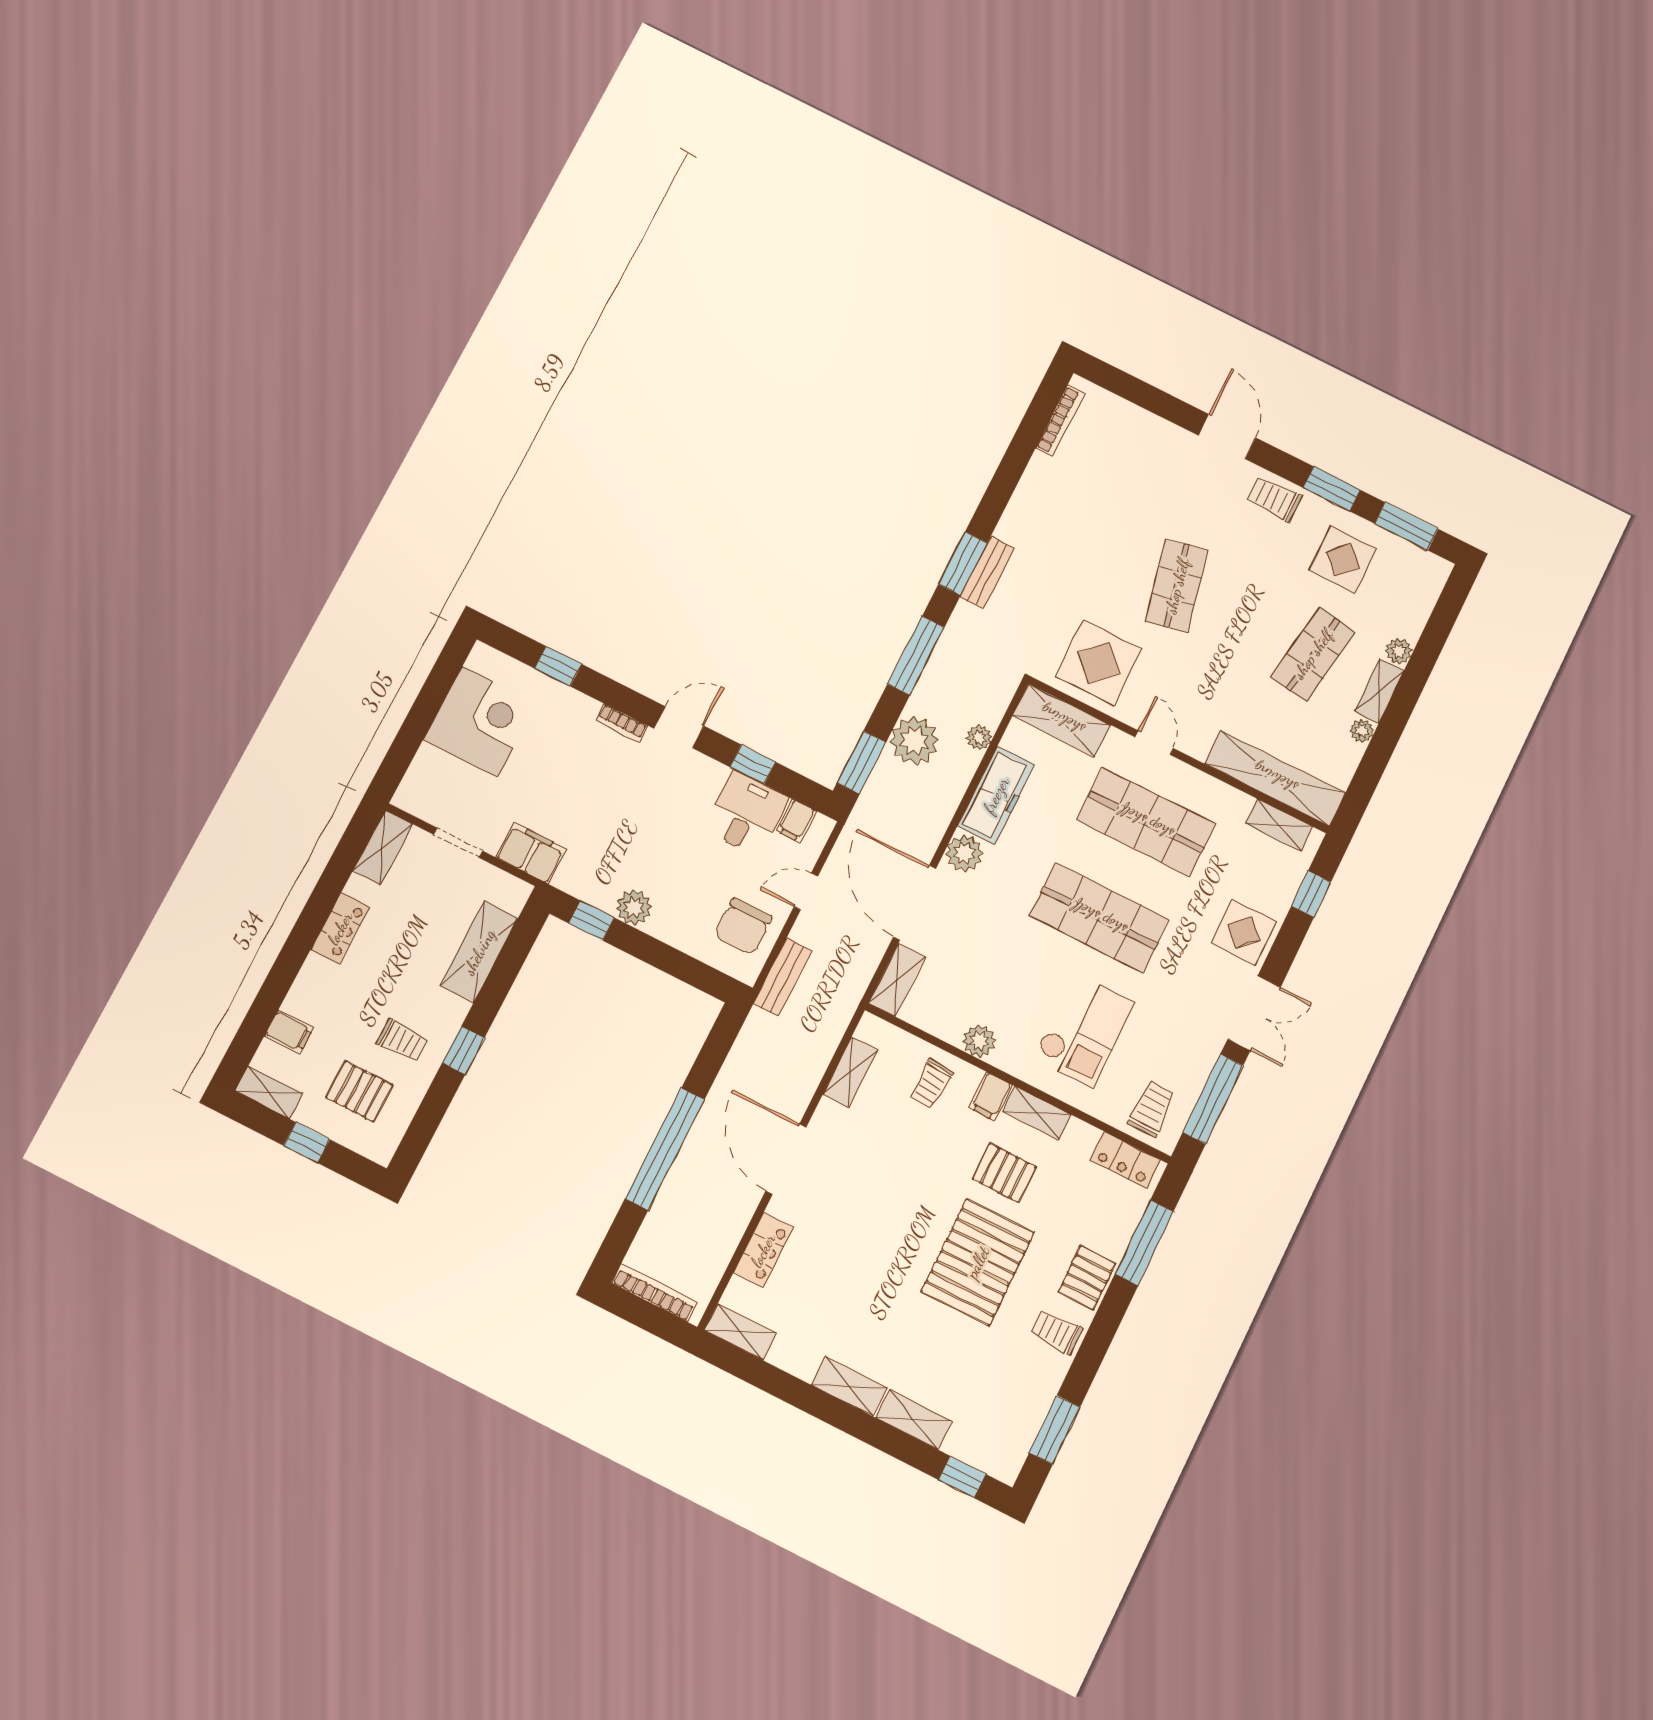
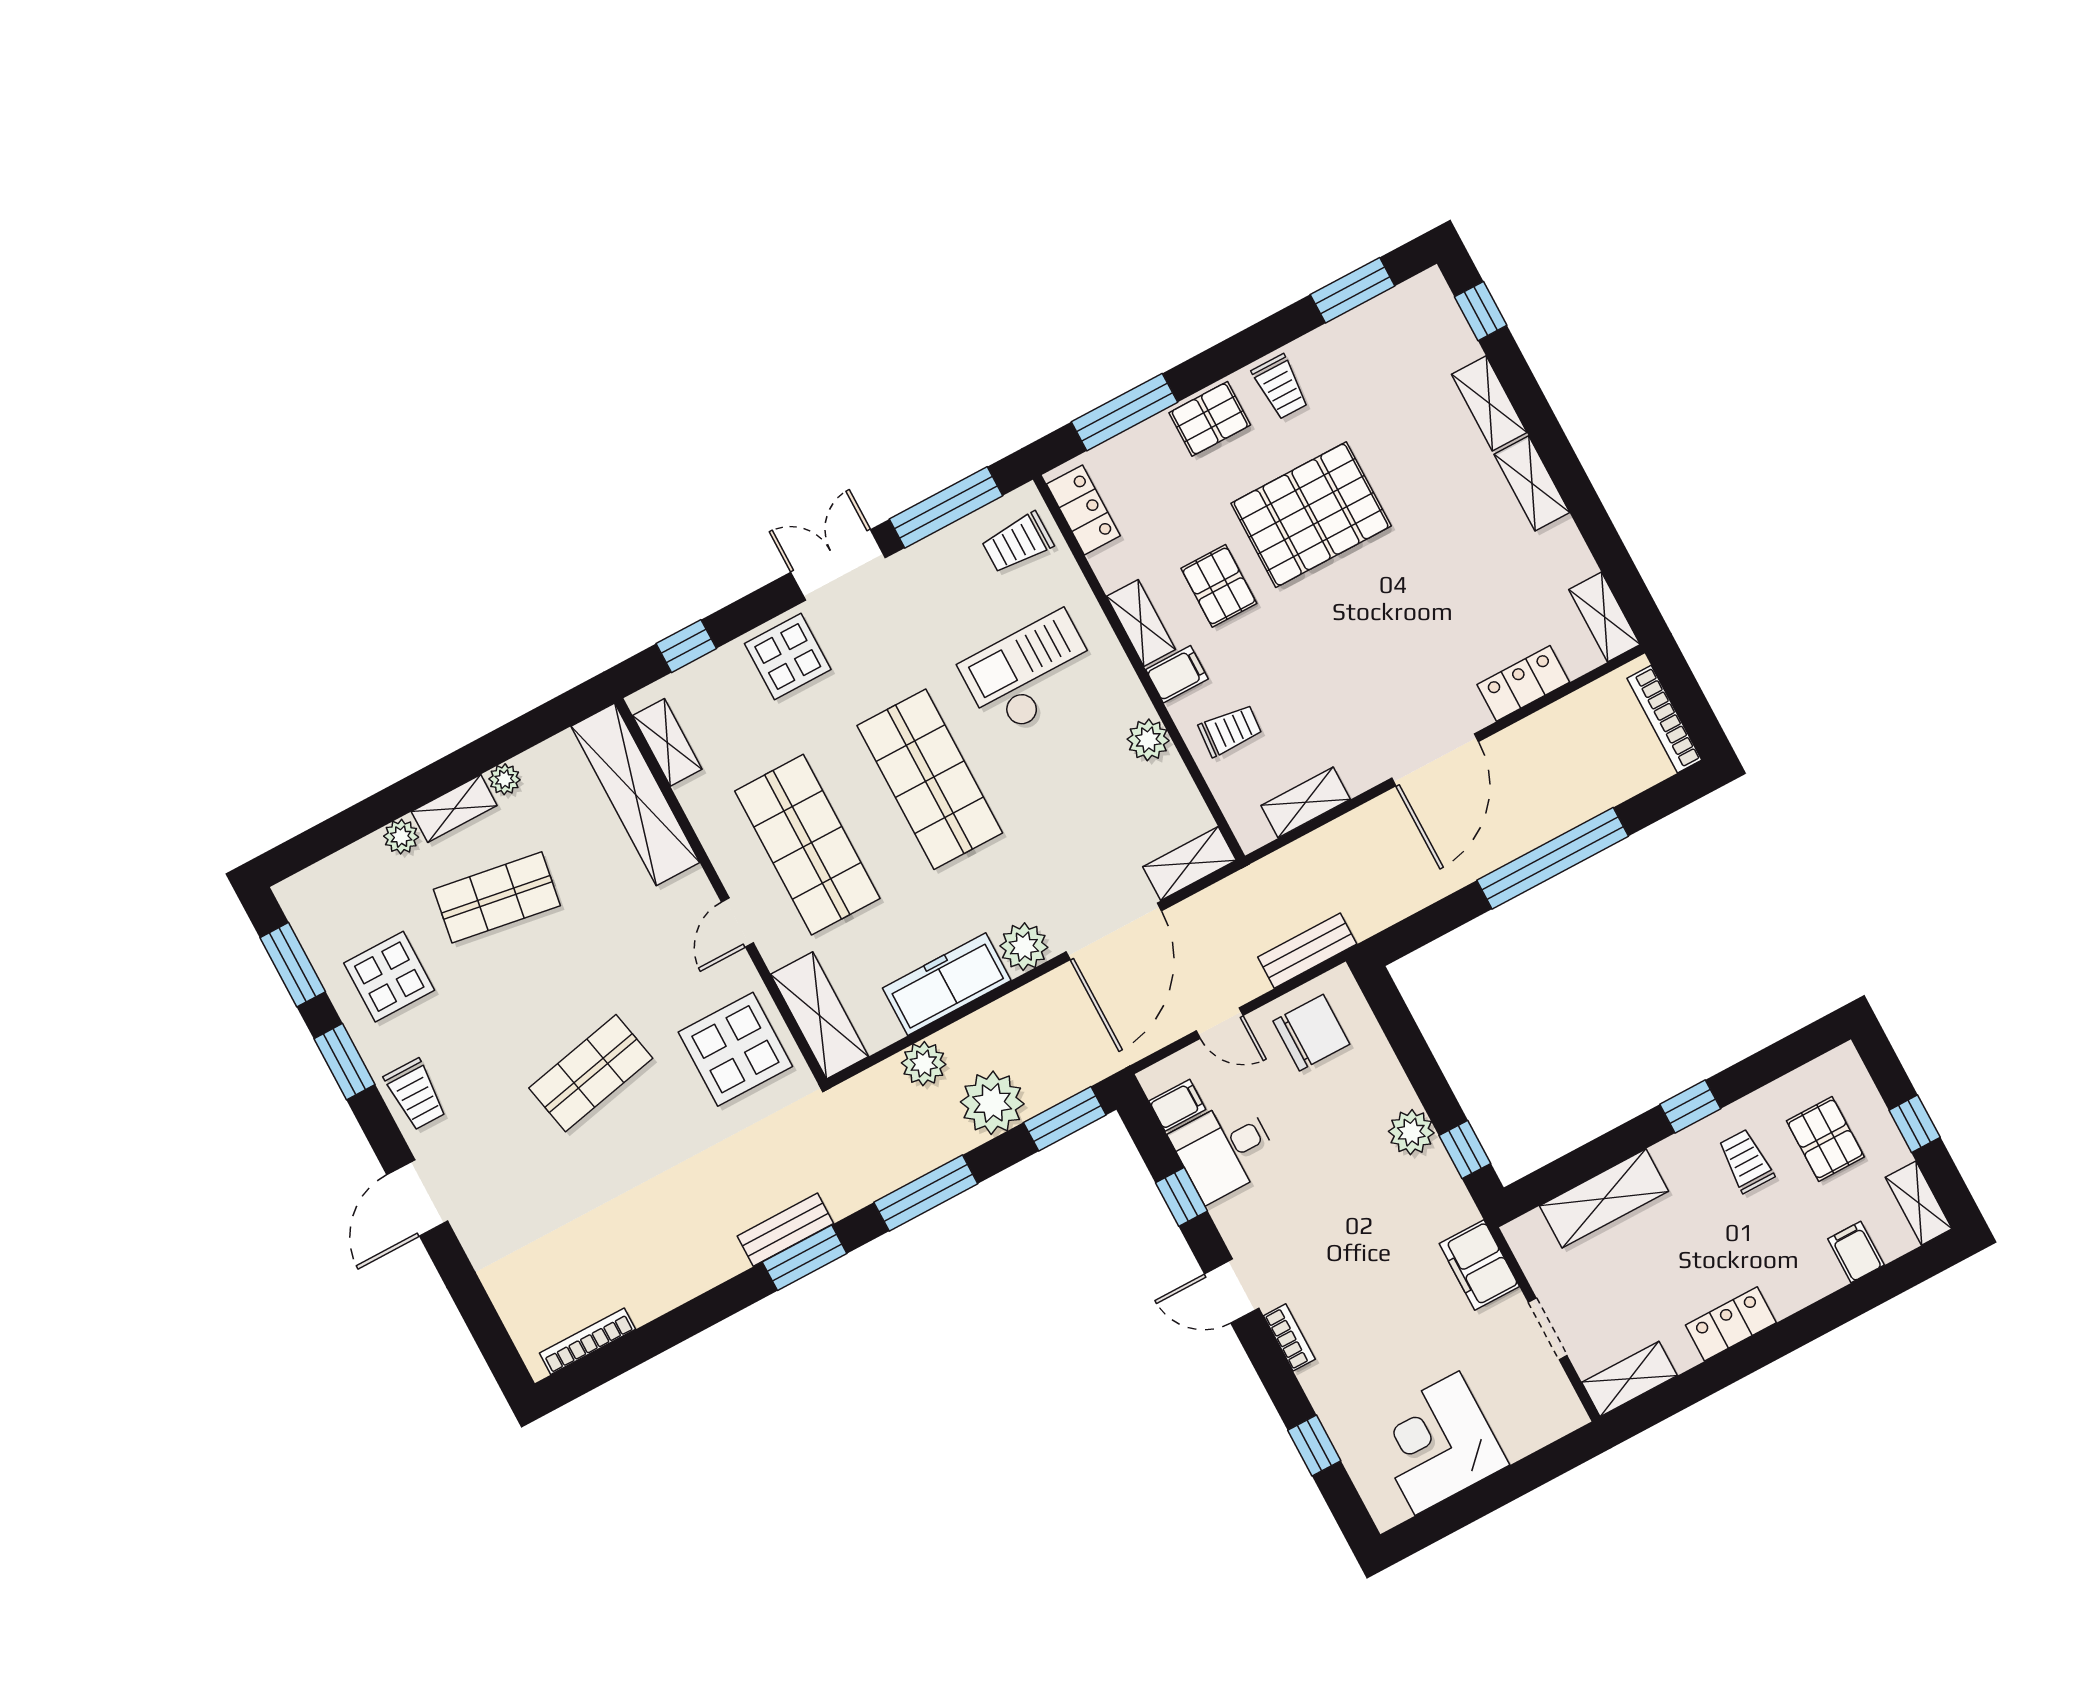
plant: (979, 738) -> (924, 1064), width x1.38, depth x1.38

